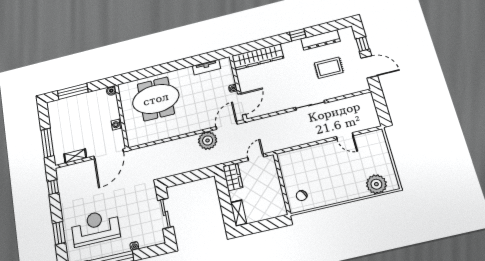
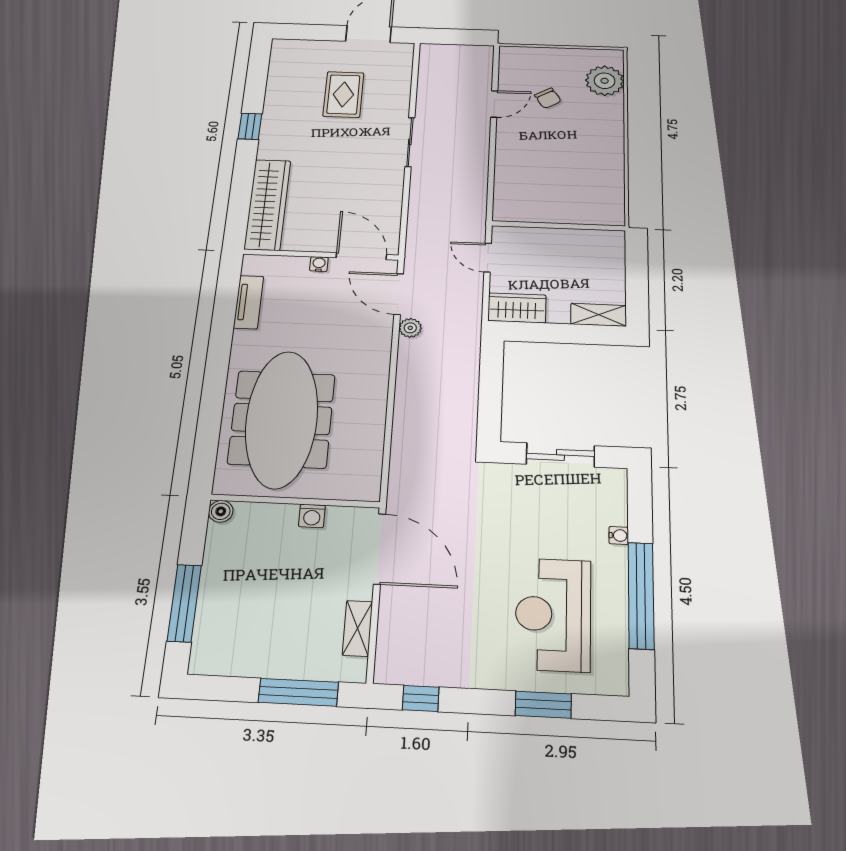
dresser: (320, 40) -> (278, 93), removed
window: (363, 44) -> (317, 32), removed
meeting table: (156, 99) -> (282, 419), width x1.36
plant: (208, 140) -> (410, 328), width x0.53, depth x0.53
chair: (302, 196) -> (548, 98), moved

